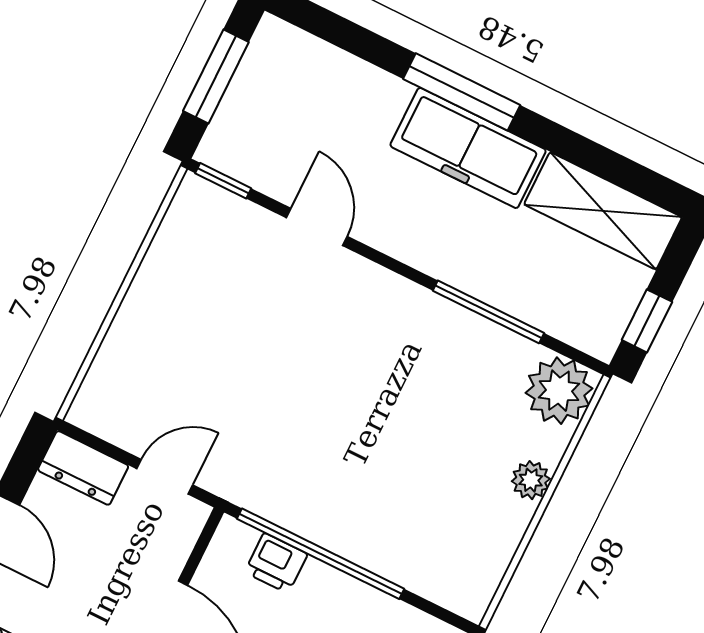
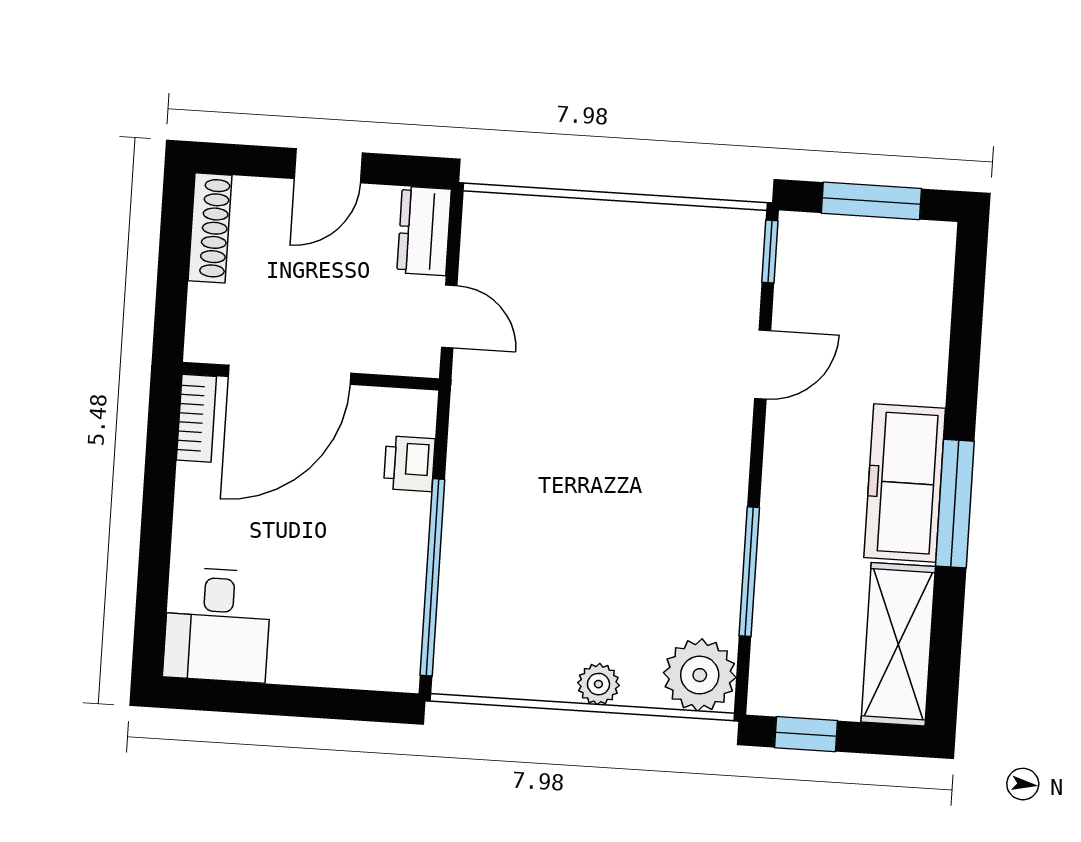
window: (462, 92) -> (955, 504), moved
window: (321, 554) -> (432, 577), moved

